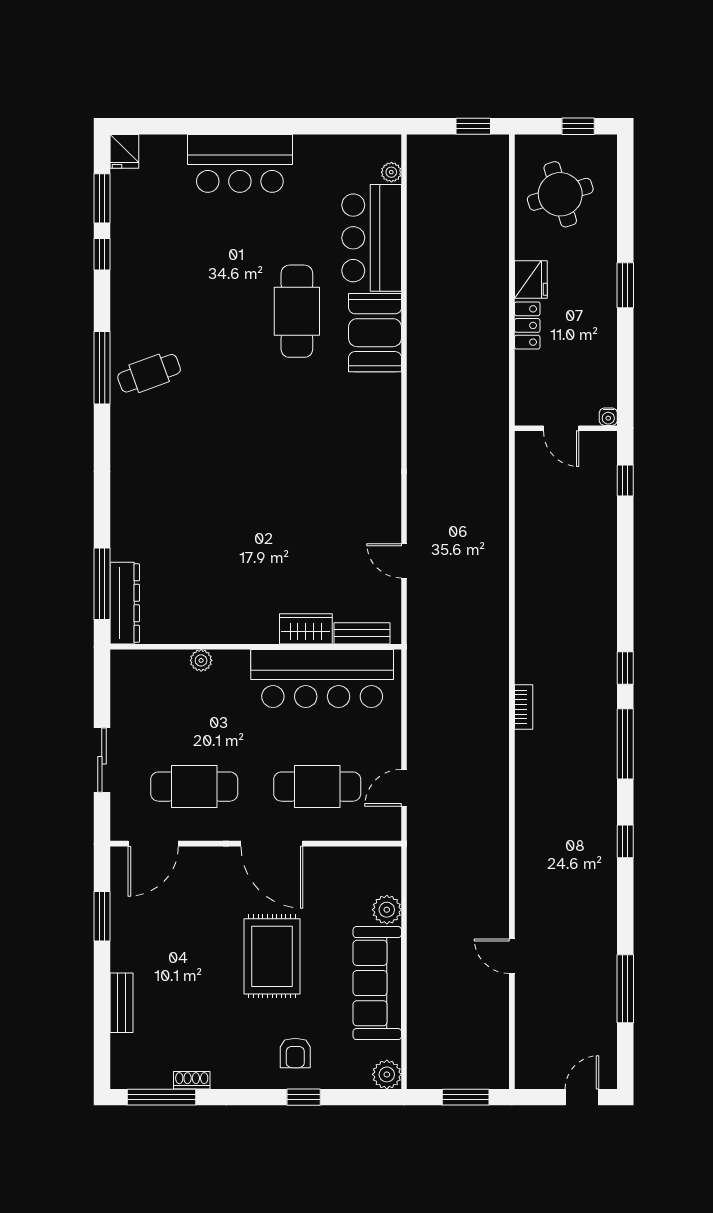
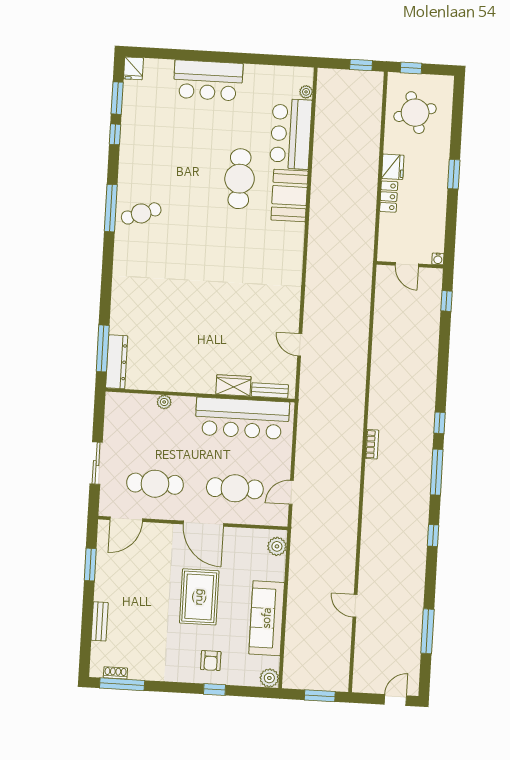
window: (578, 126) -> (411, 68), moved
plant: (387, 910) -> (277, 546), moved
shoe rack: (192, 1080) -> (115, 673), moved

